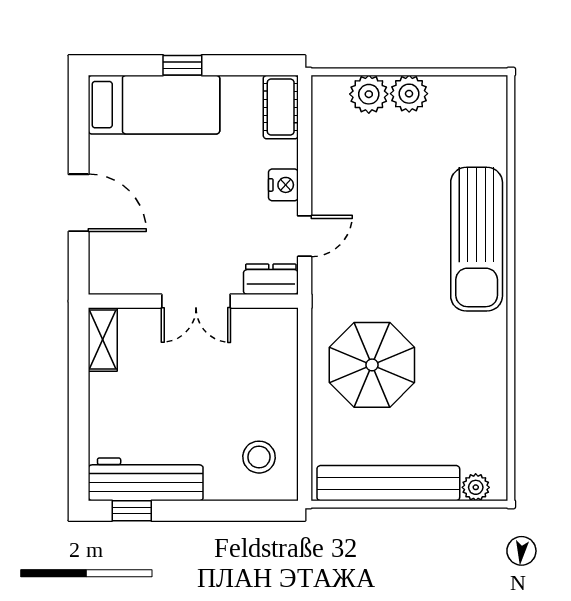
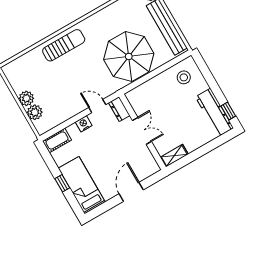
sun lounger: (477, 239) -> (64, 45), width x0.73, depth x0.75
parasol: (372, 365) -> (129, 56), width x1.36, depth x1.36

